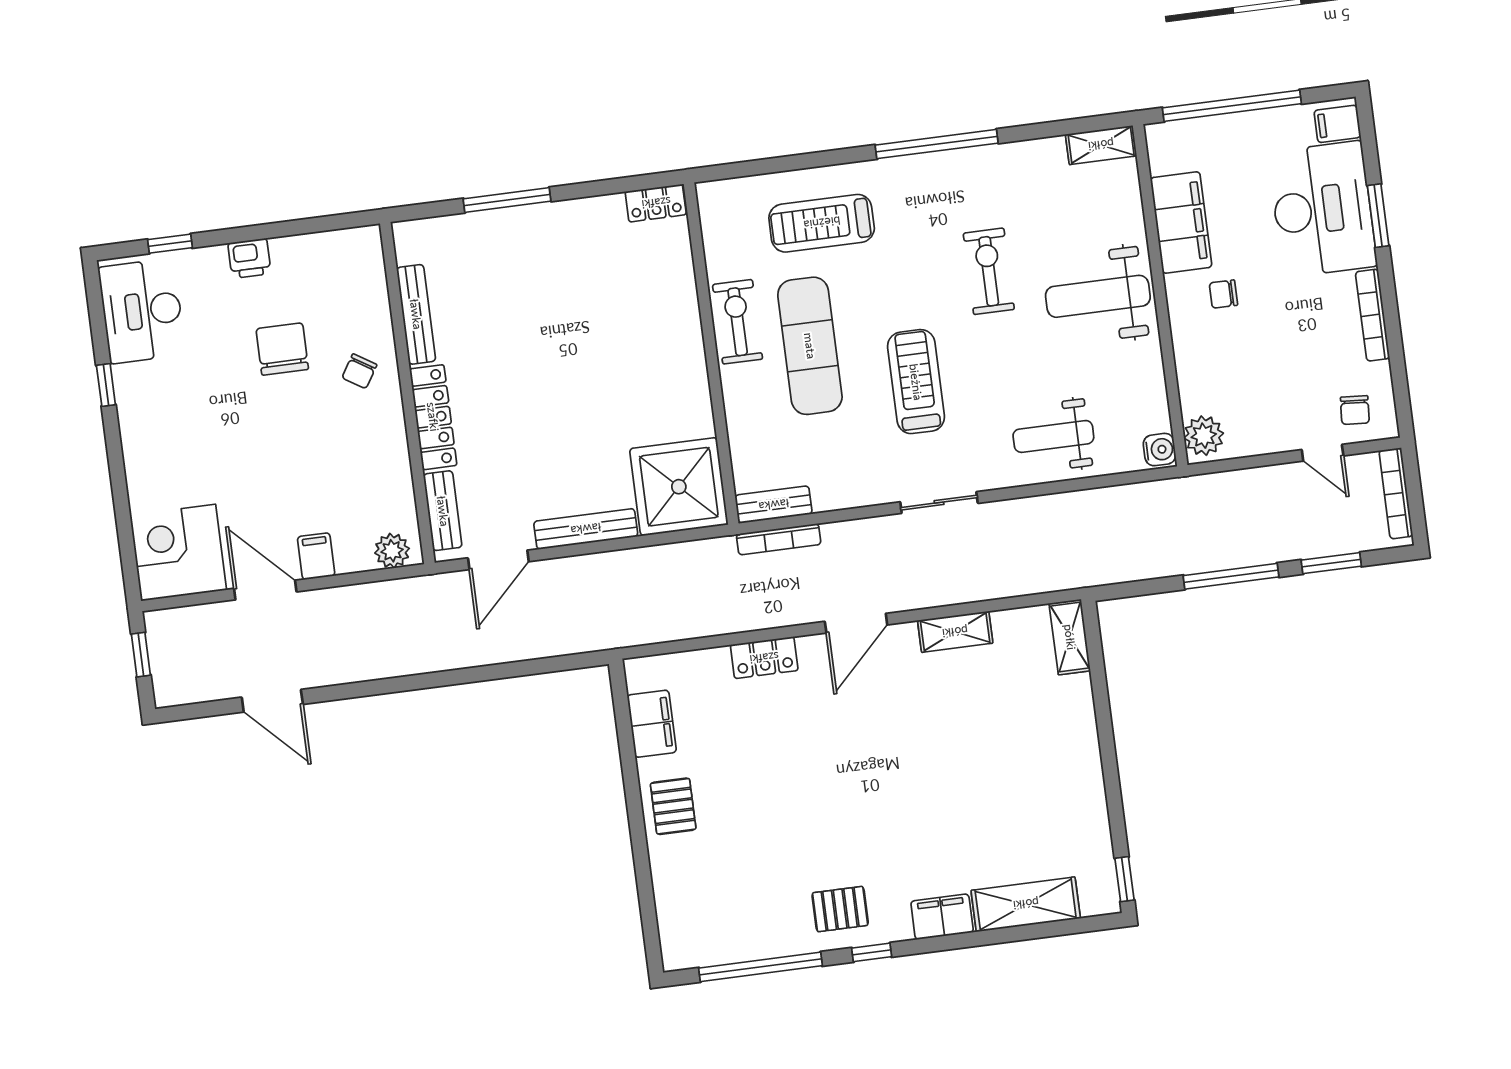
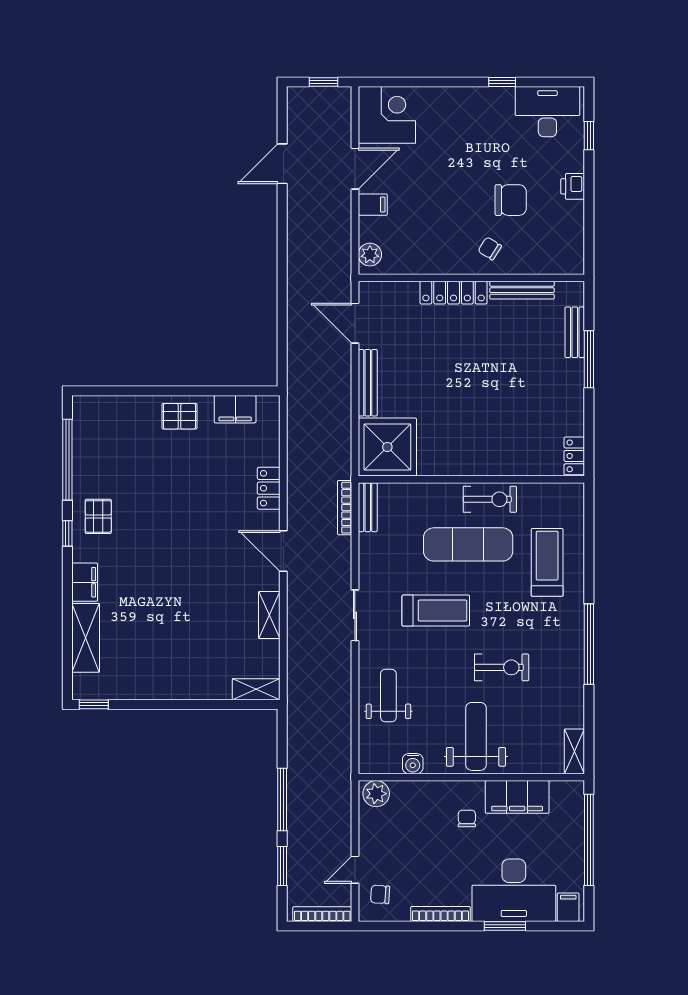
water cooler: (1160, 450) -> (413, 764), moved
bench: (443, 511) -> (575, 332), moved, turned 90

